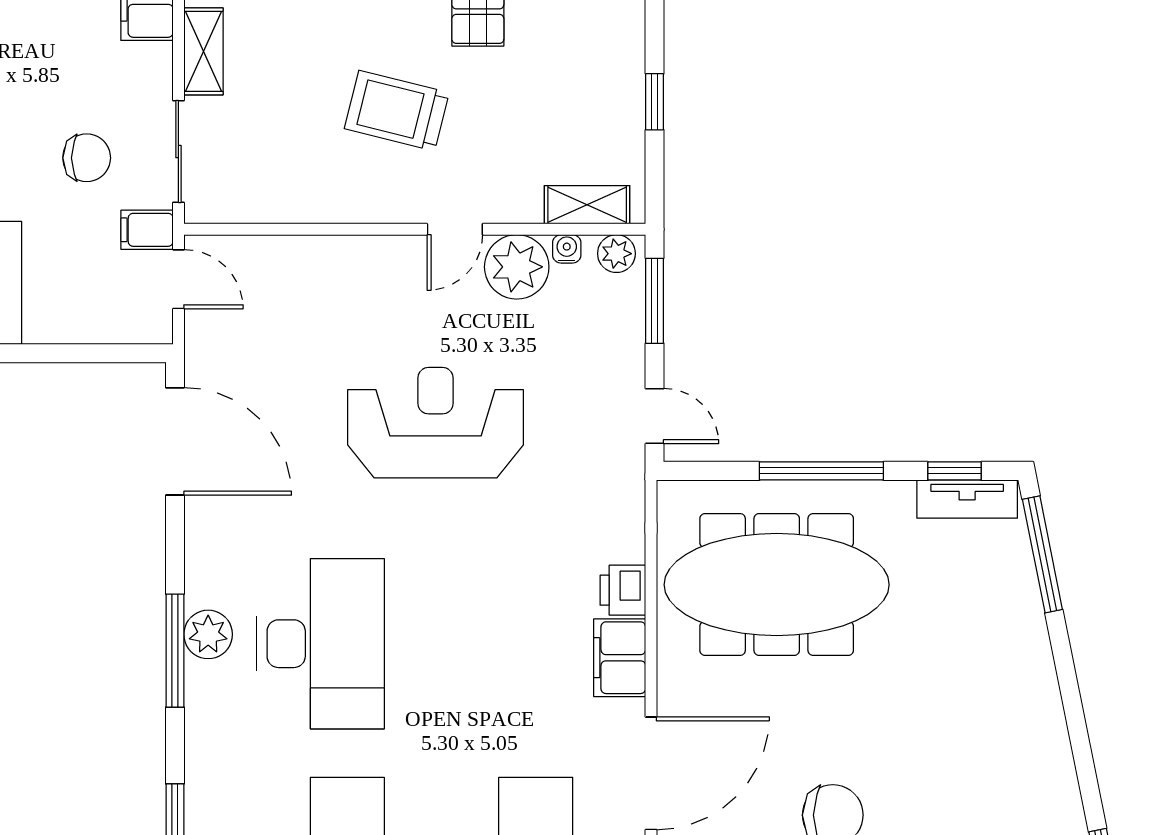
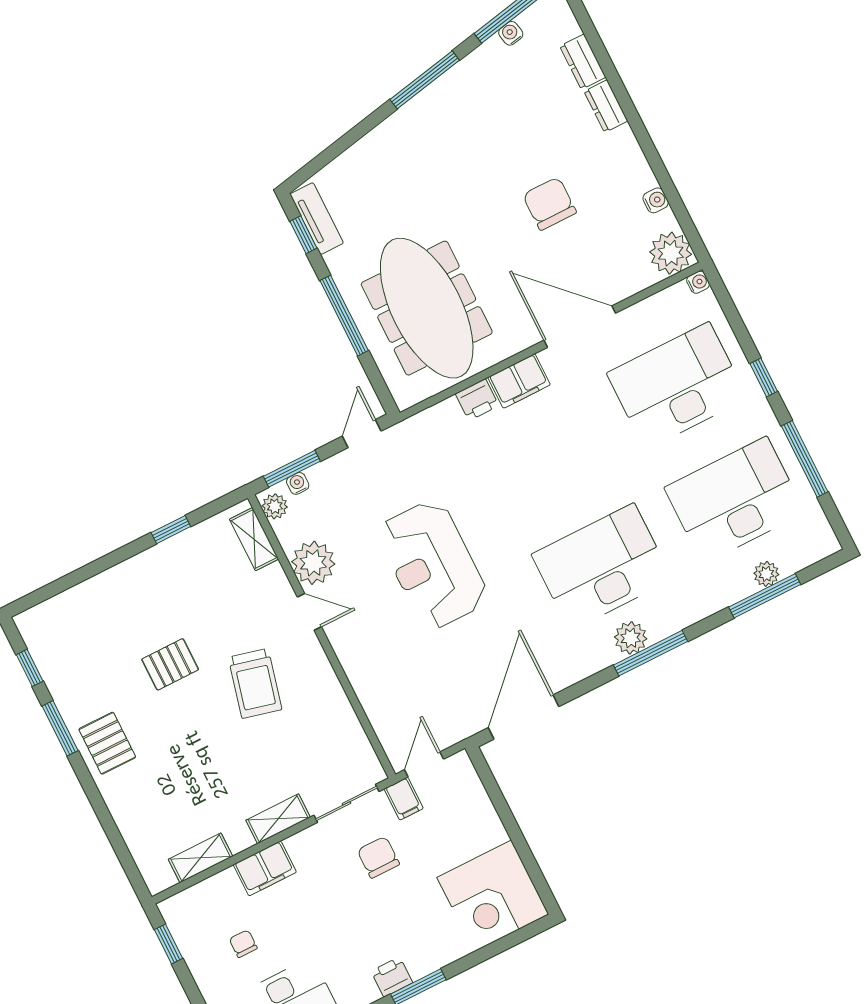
water cooler: (567, 249) -> (298, 483), moved, turned 90
window: (1042, 554) -> (425, 80), moved

